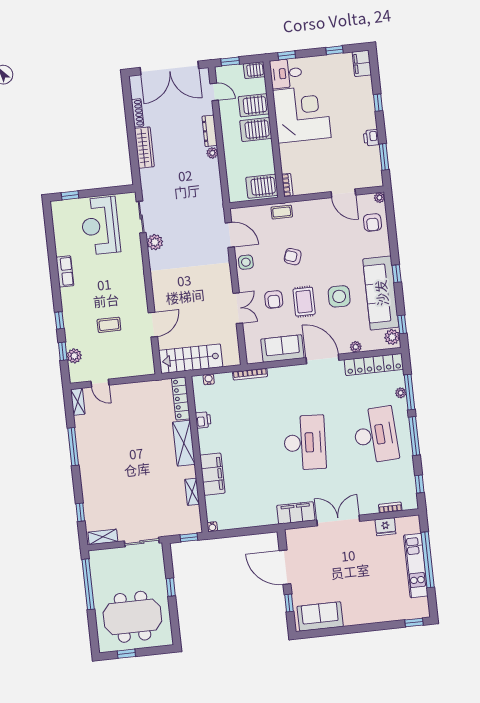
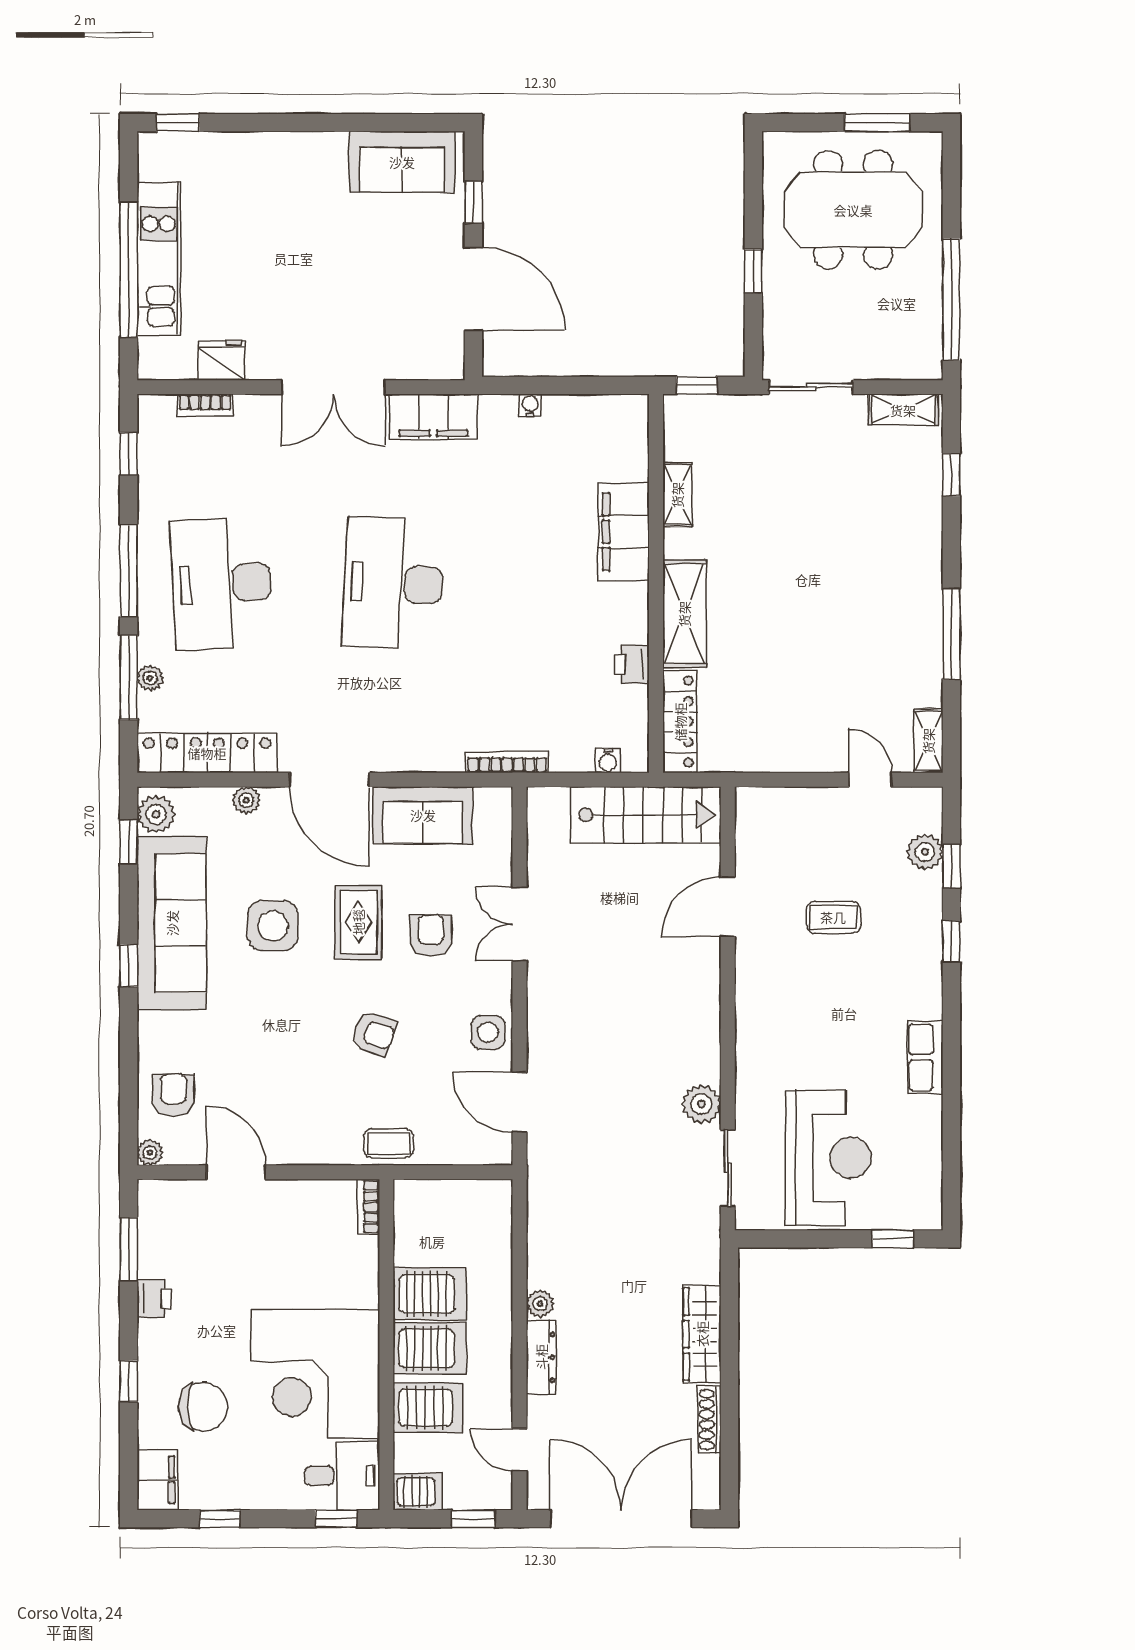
chair: (346, 95) -> (203, 1407), added
server rack: (262, 186) -> (430, 1294), moved
water cooler: (212, 527) -> (530, 405), moved
window: (126, 654) -> (877, 123), width x1.50

